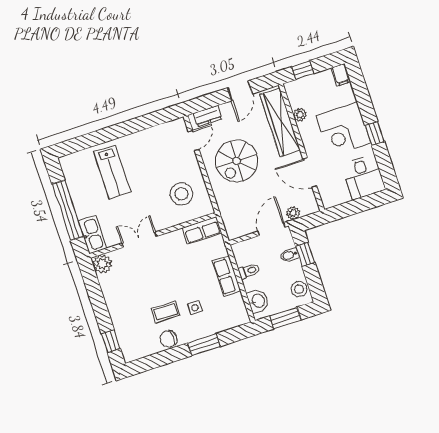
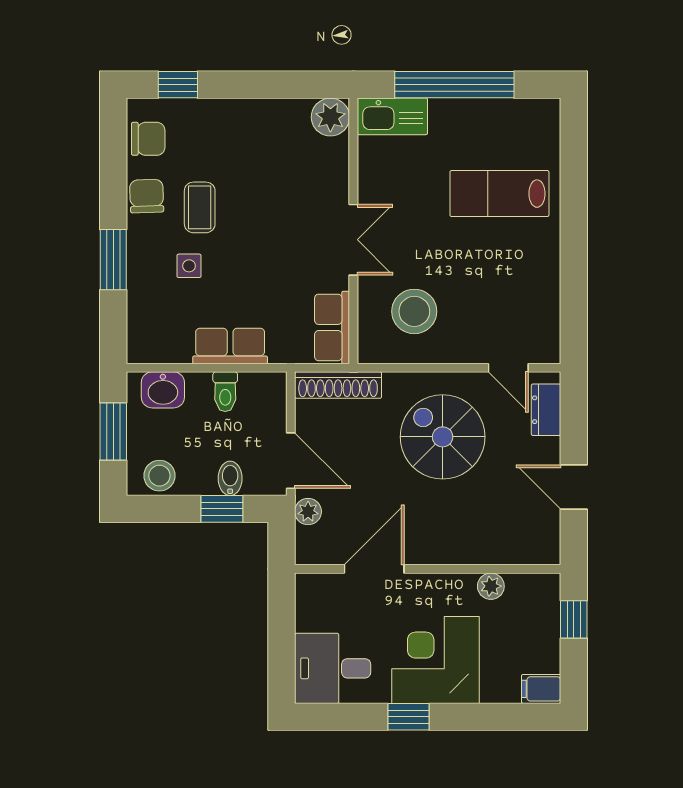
wardrobe: (280, 122) -> (489, 544), removed
shoe rack: (228, 219) -> (338, 385), added
double door: (139, 240) -> (353, 240), moved
chair: (141, 347) -> (148, 139), added

